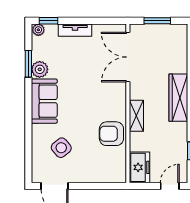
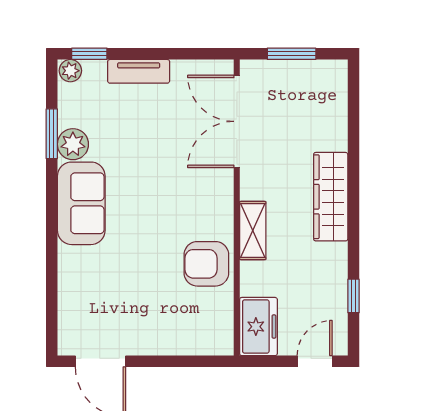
side table: (61, 148) -> (113, 290), removed

